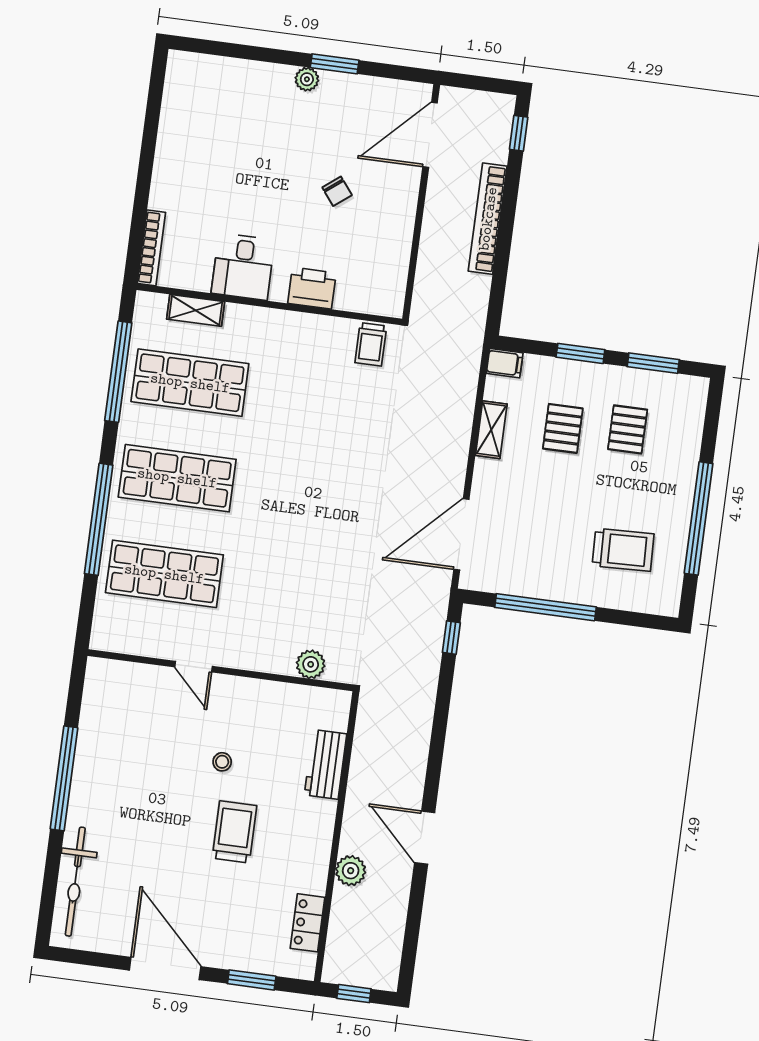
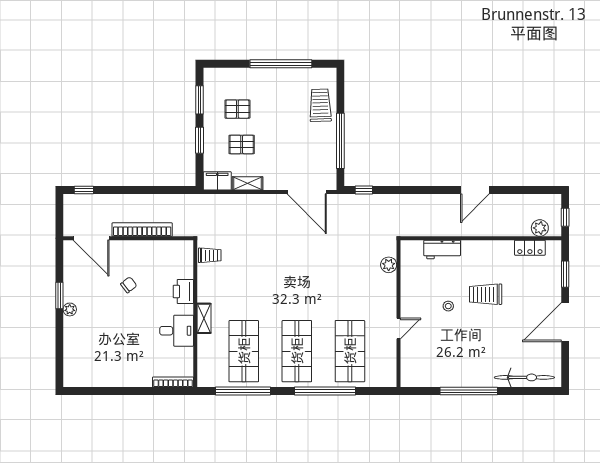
bookcase: (488, 219) -> (142, 230), moved, turned 180
shelving: (196, 310) -> (204, 318), moved
filing cabinet: (505, 363) -> (217, 181), width x2.00
trolley: (623, 550) -> (320, 105), moved
plant: (351, 871) -> (540, 228), moved

